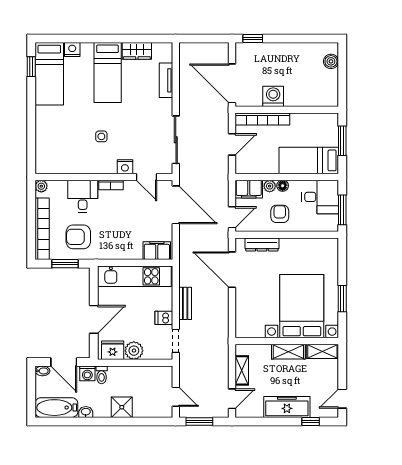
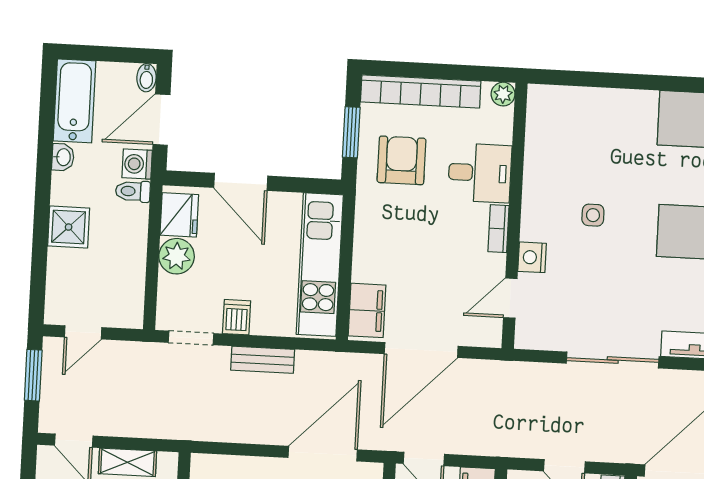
sliding door: (176, 140) -> (613, 360), moved
door: (176, 205) -> (421, 350), moved

